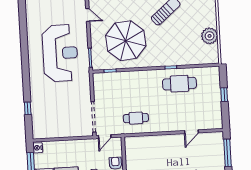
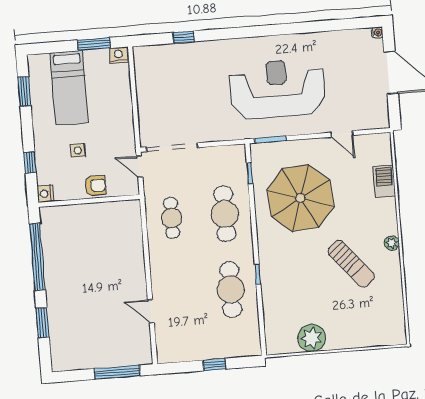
door: (88, 15) -> (342, 134), hinge flipped
reception desk: (60, 53) -> (277, 89), turned 180
cafe table: (134, 86) -> (225, 214), added

